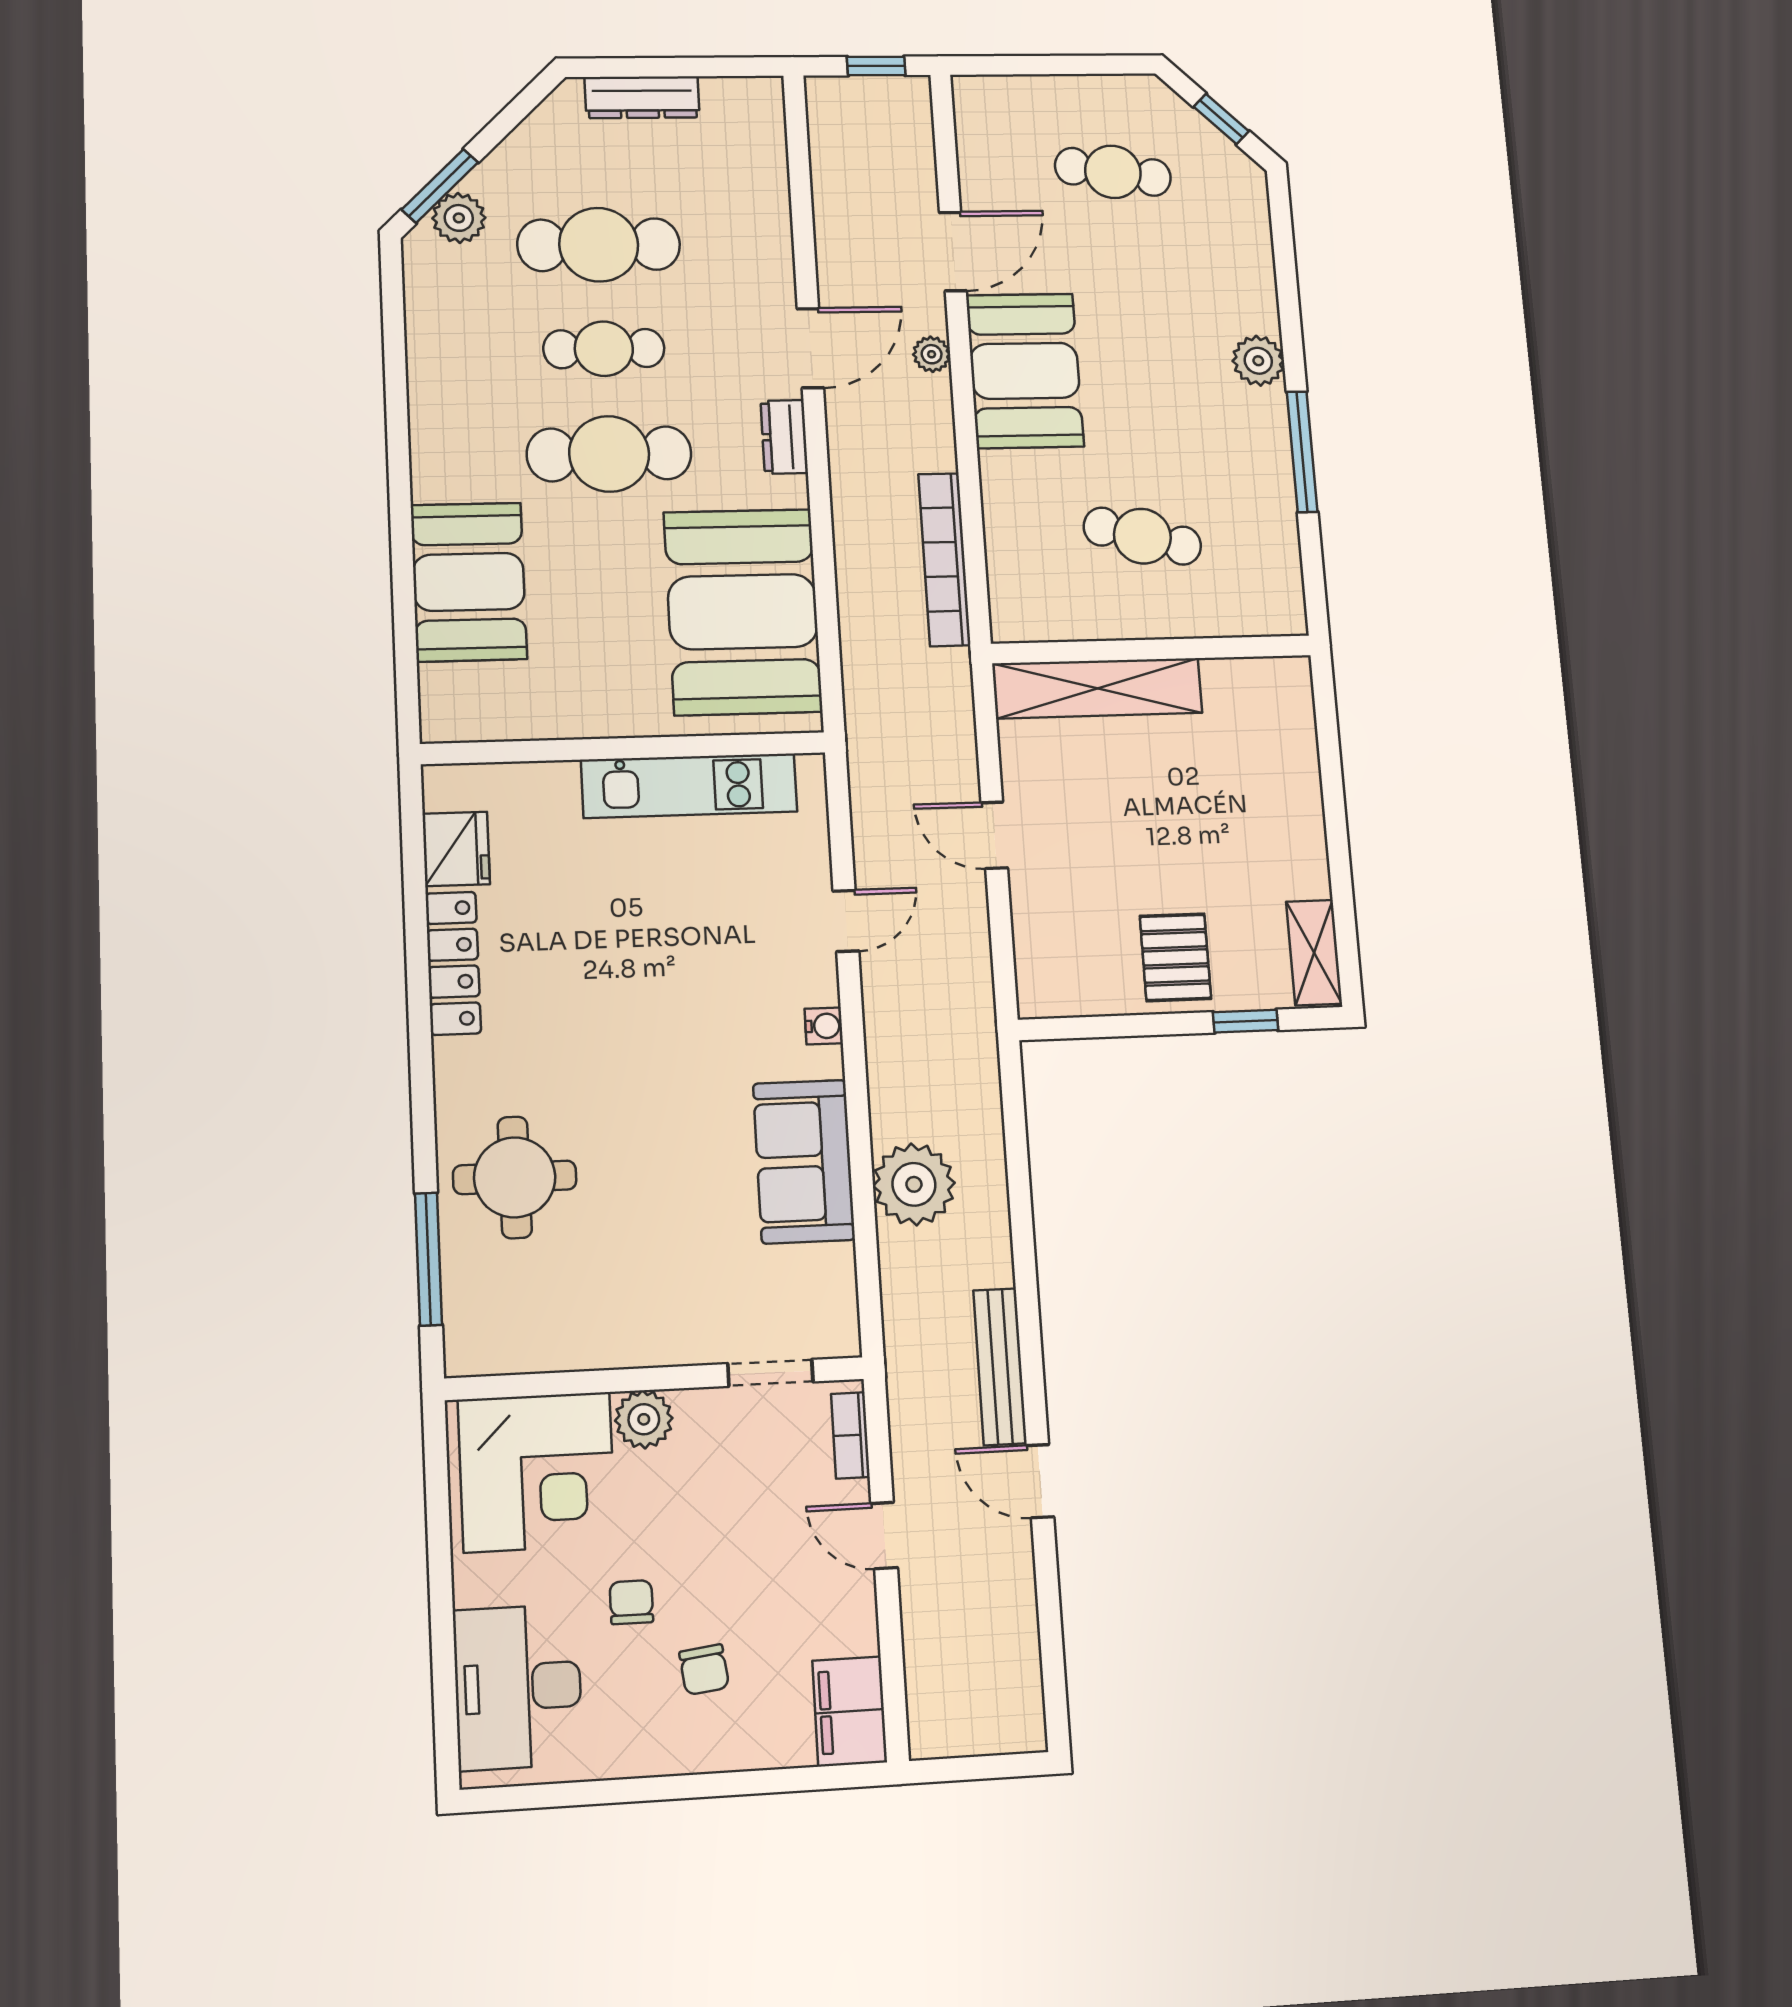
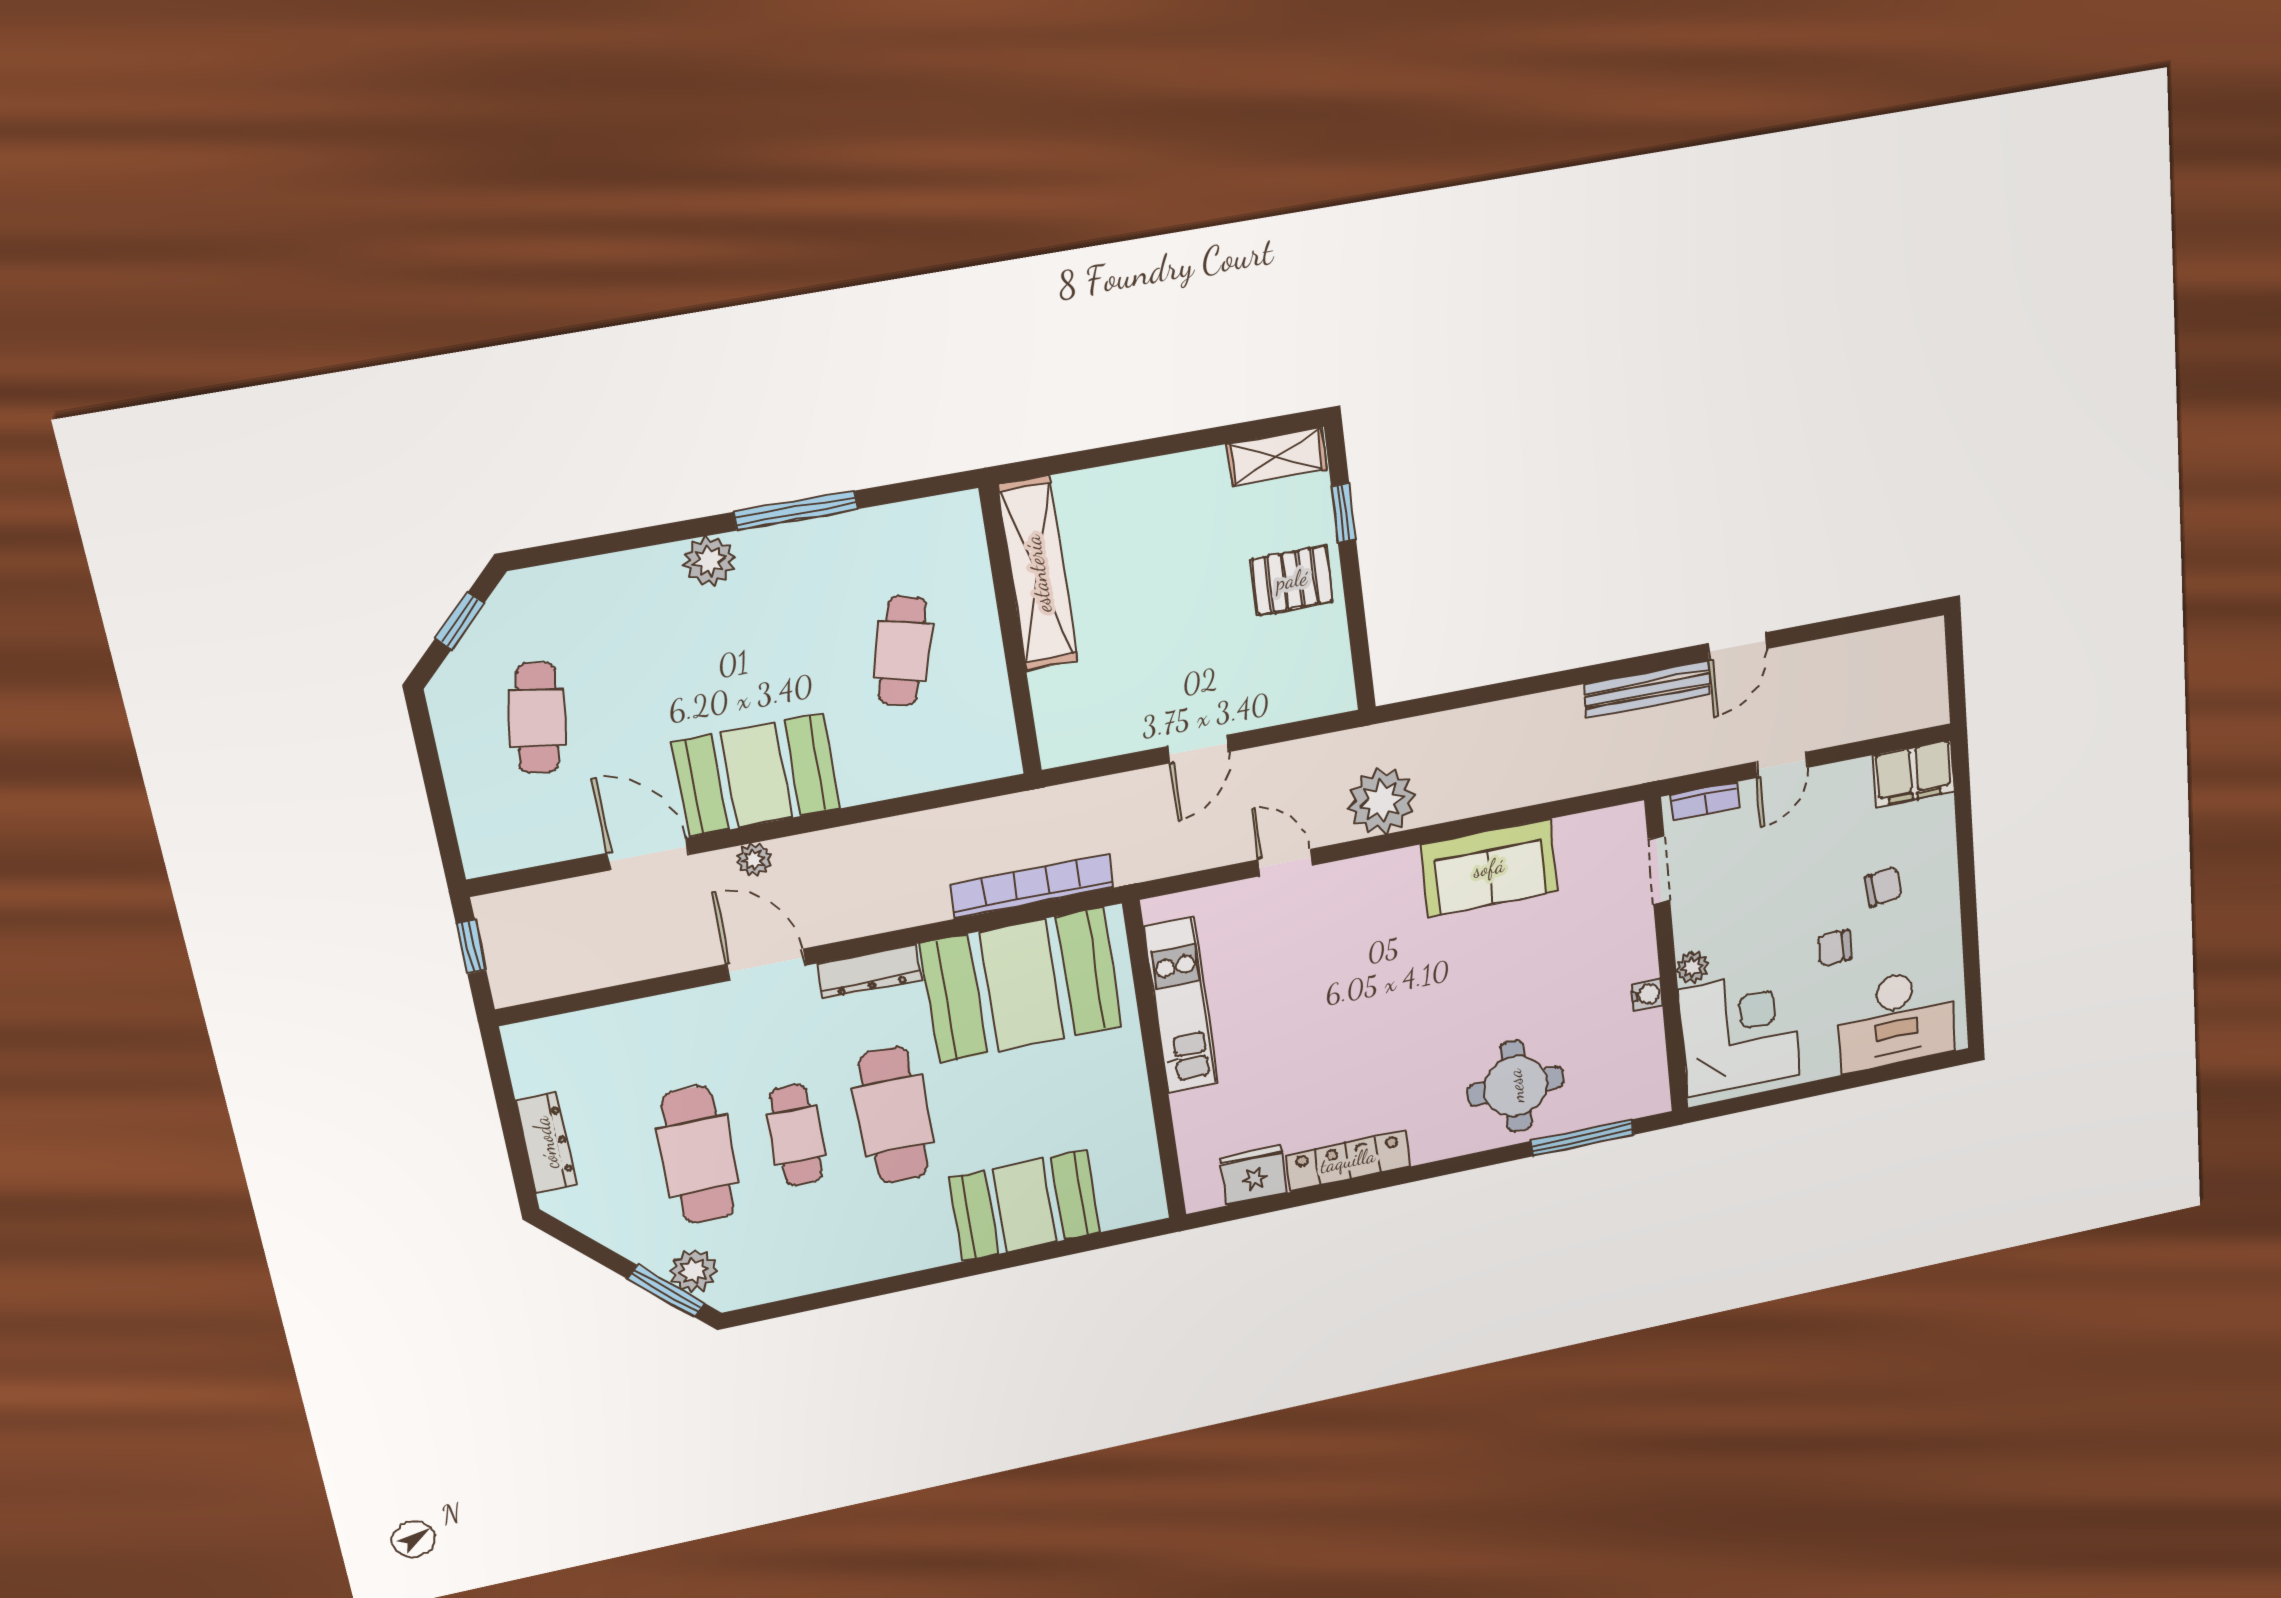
dresser: (784, 437) -> (870, 972), width x1.44
bookcase: (944, 559) -> (1032, 886), moved, turned 180
shelving: (1097, 688) -> (1038, 574), moved
water cooler: (824, 1026) -> (1647, 994), moved, turned 90
plant: (914, 1184) -> (1382, 801), moved
plant: (644, 1419) -> (1692, 967), width x0.73, depth x0.73

